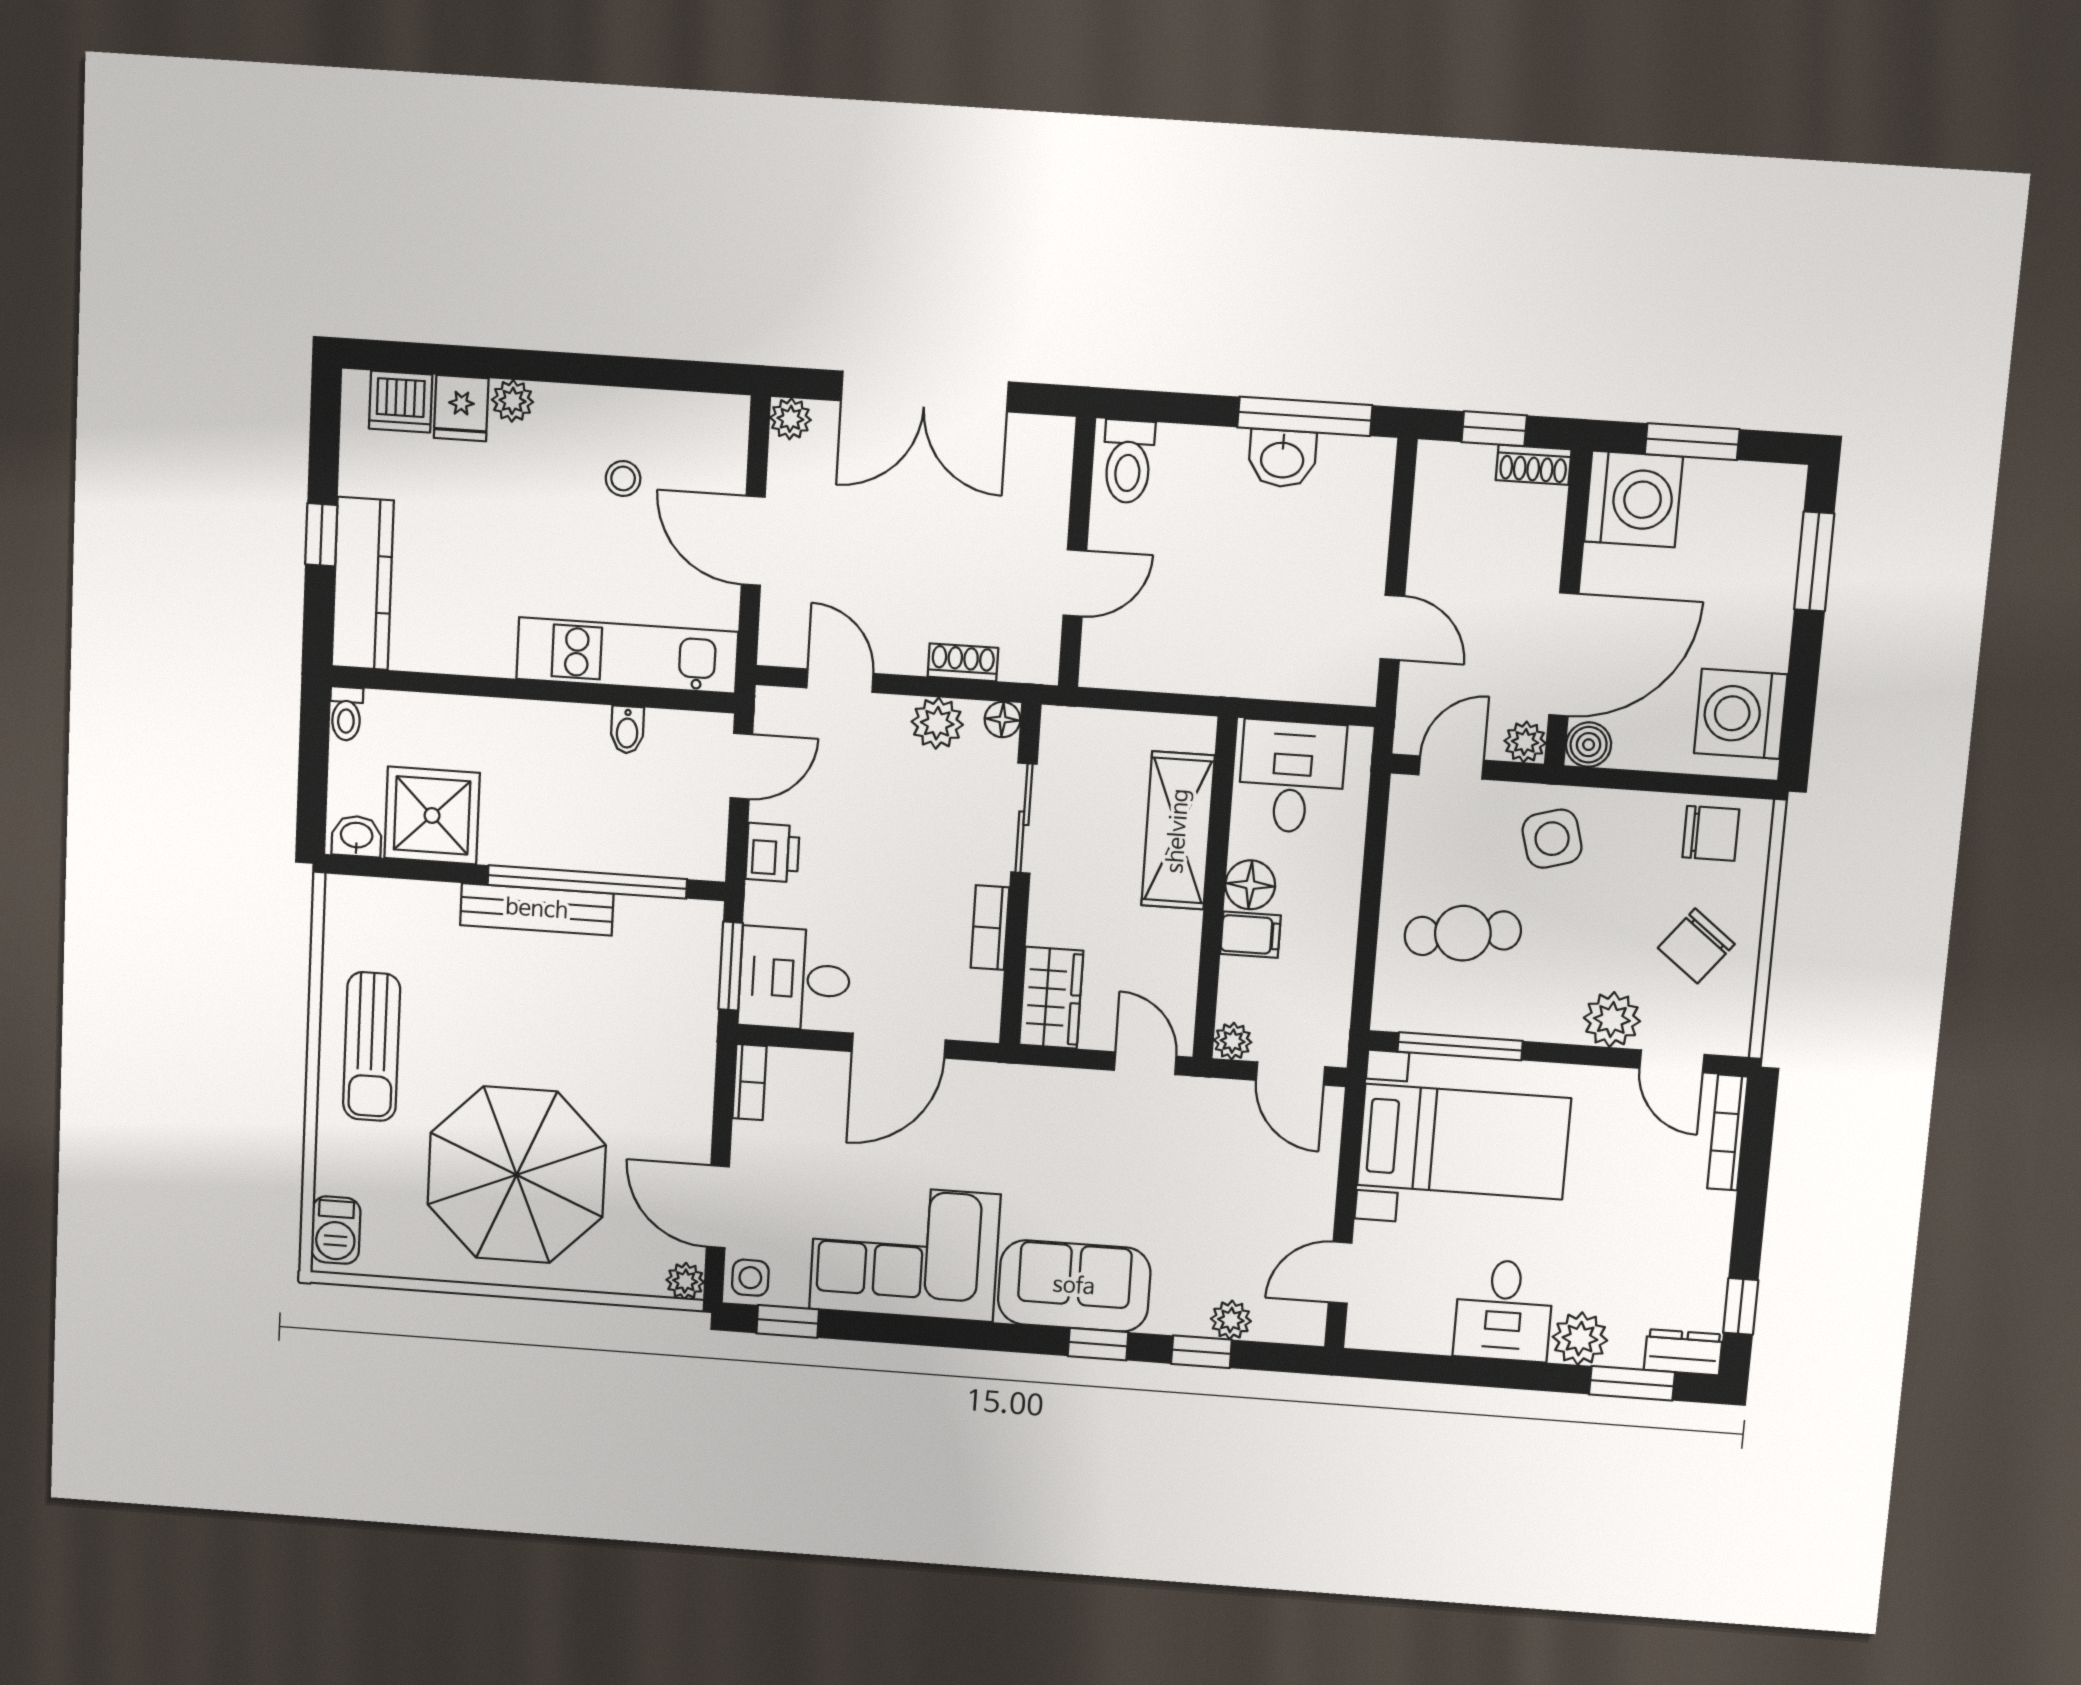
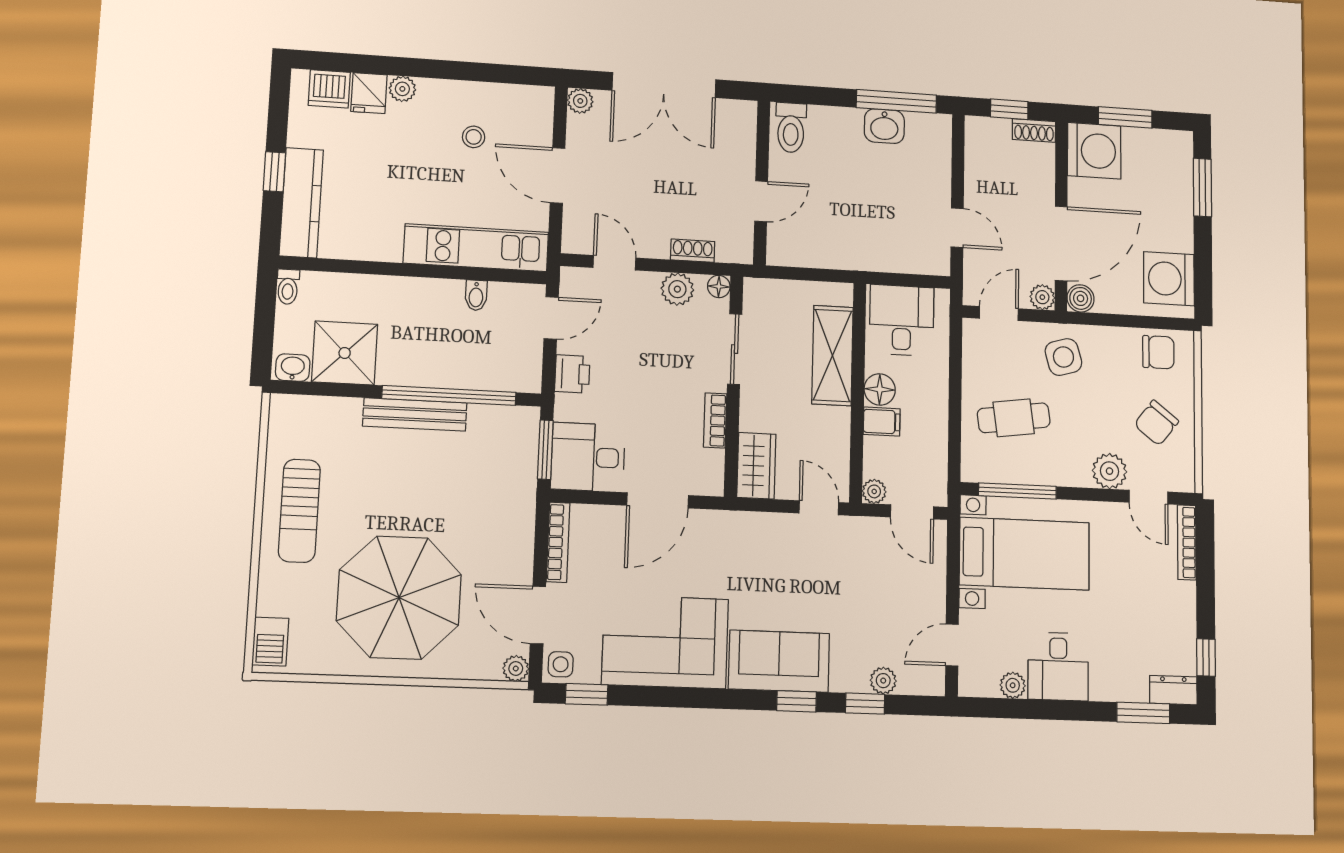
bookcase: (750, 1082) -> (558, 542), width x1.56
plant: (1580, 1339) -> (1013, 685), moved, width x0.73, depth x0.73

